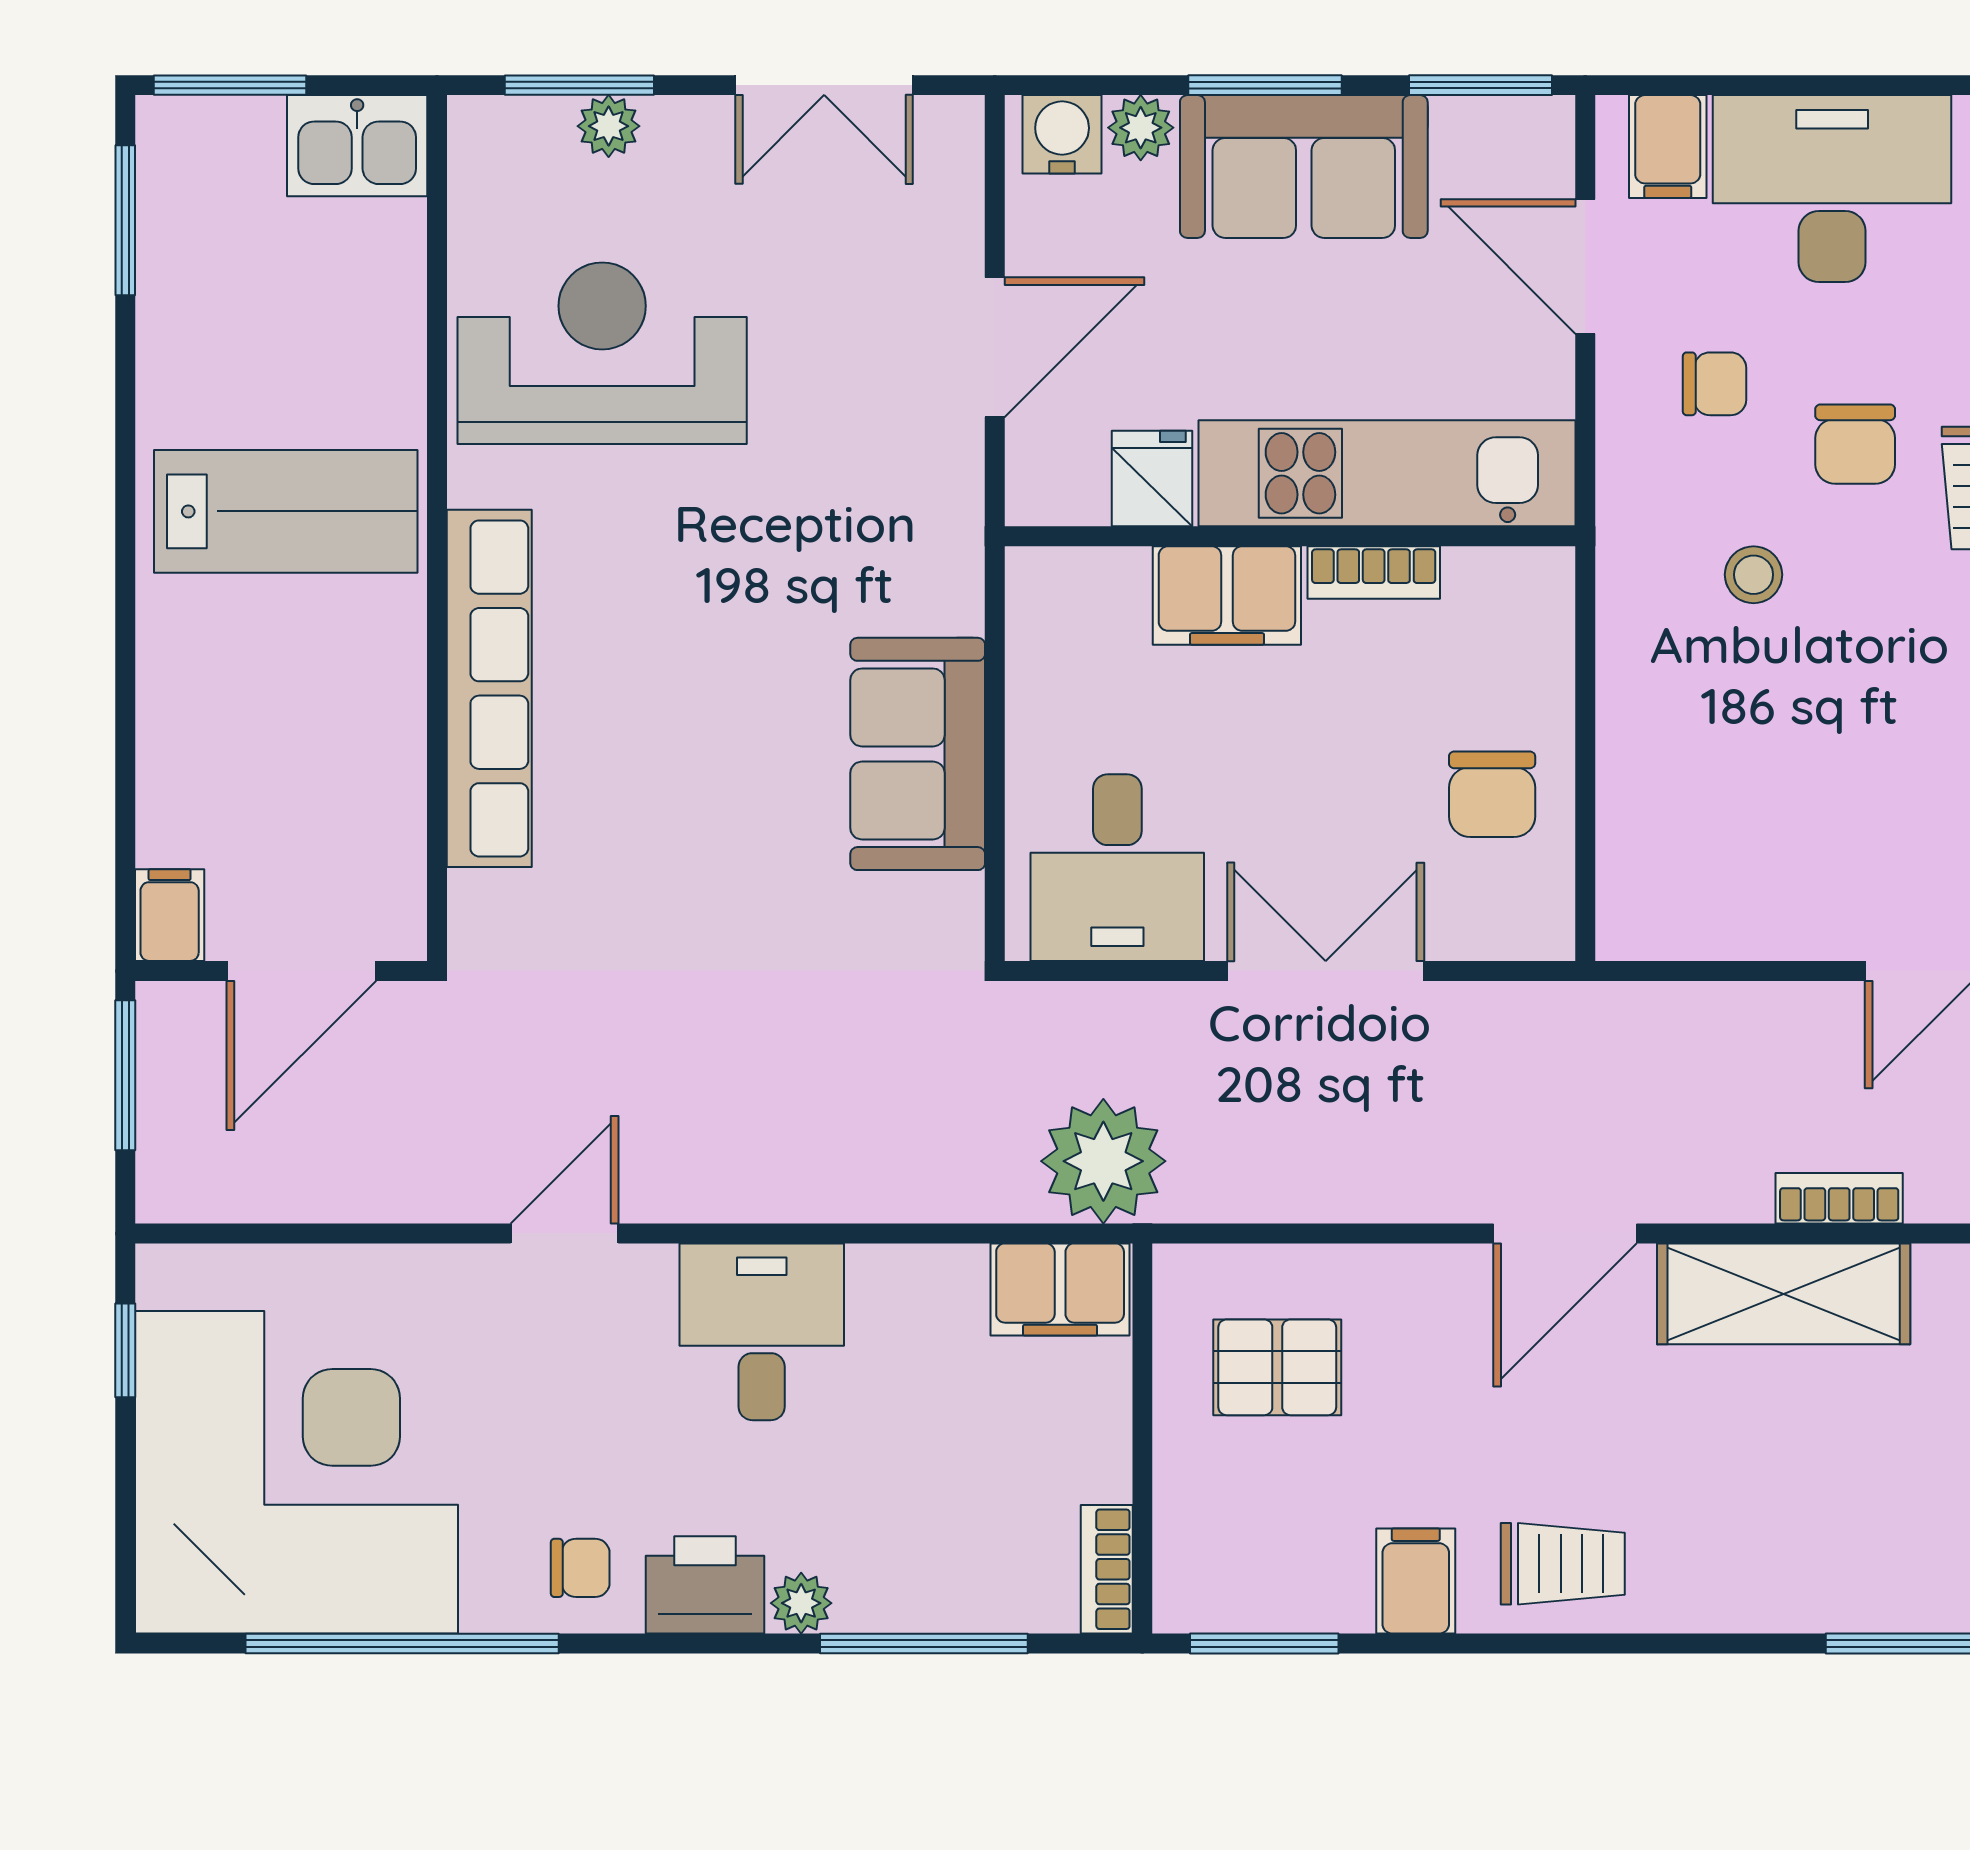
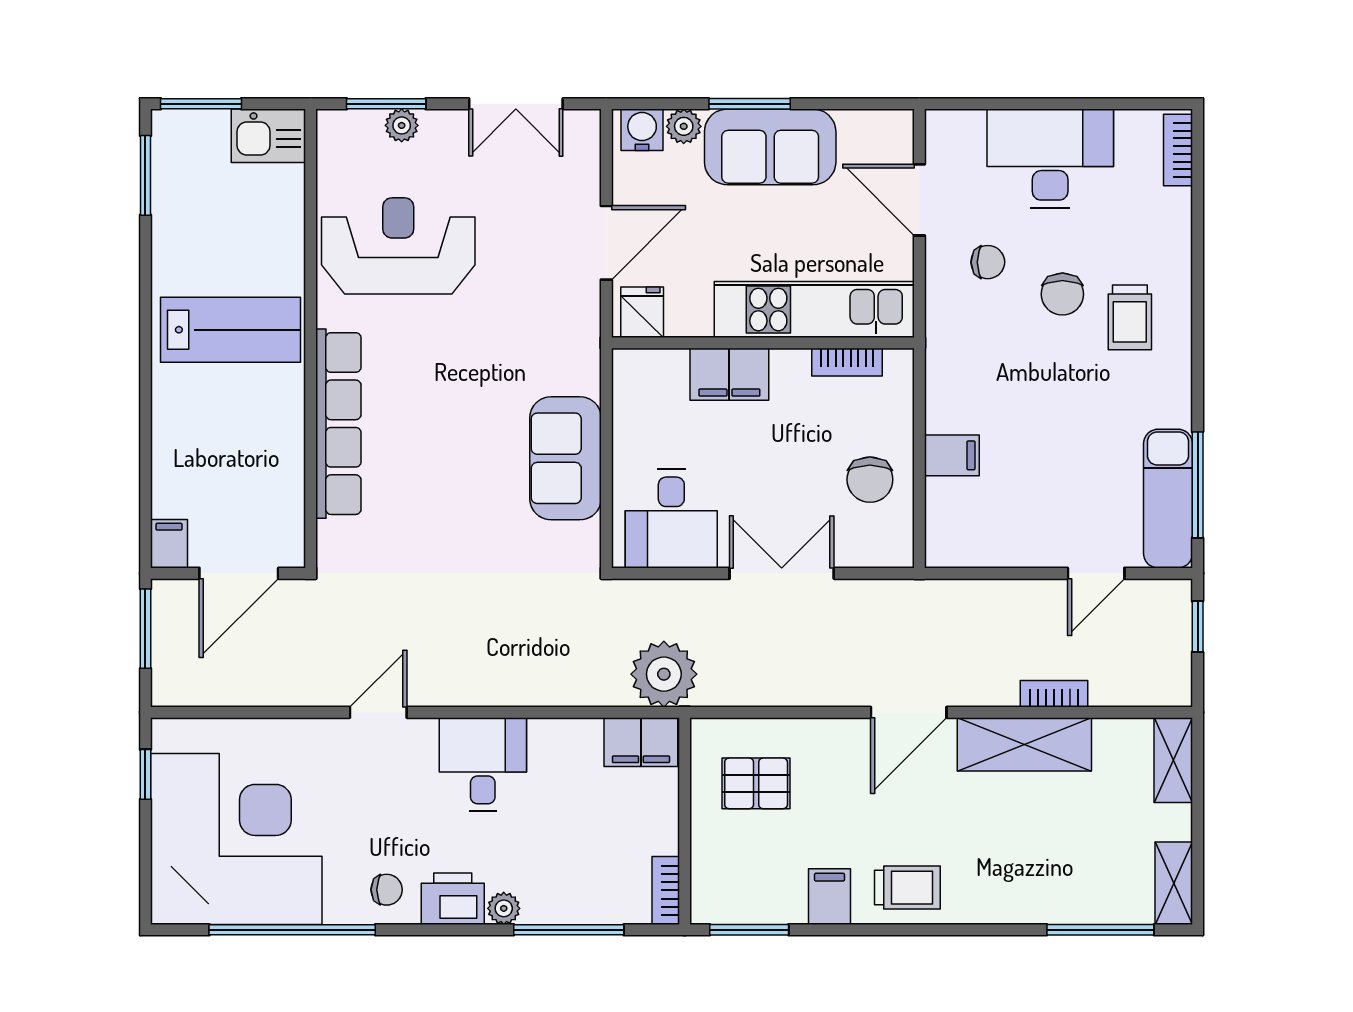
window: (1480, 85) -> (864, 104), removed
filing cabinet: (1668, 146) -> (952, 455), moved, turned -90
fridge: (1152, 478) -> (642, 312), moved
bookcase: (1374, 573) -> (847, 362), moved
stool: (1754, 575) -> (1009, 363), removed

